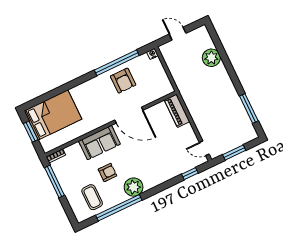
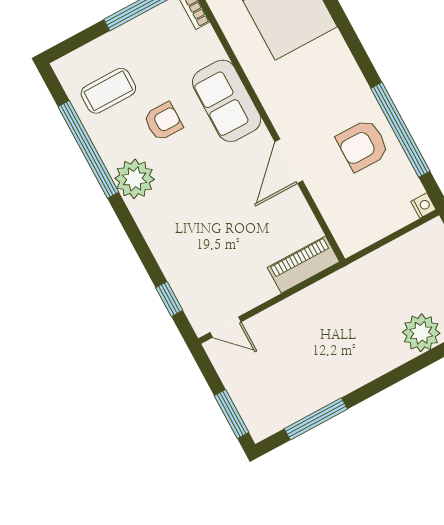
door: (129, 115) -> (289, 161), width x0.73
door: (204, 148) -> (226, 327), swing flipped
window: (234, 152) -> (231, 414), moved
armchair: (108, 172) -> (163, 121), turned -90

